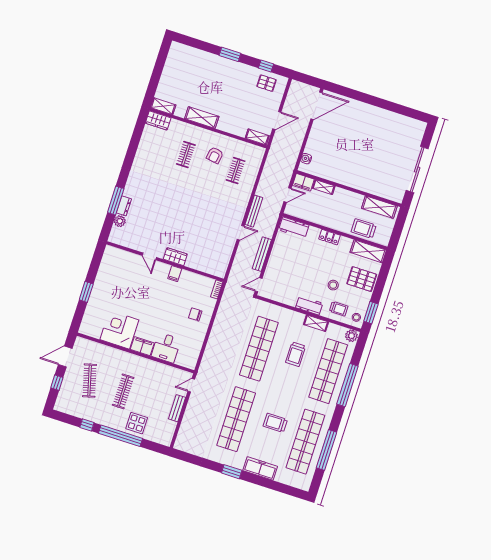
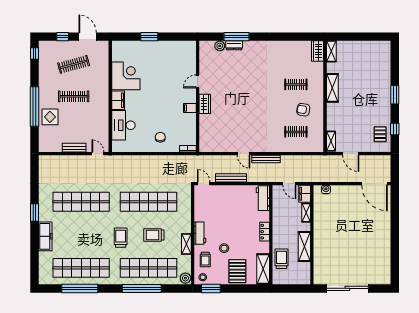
shelving: (379, 207) -> (304, 246), moved
desk: (166, 348) -> (123, 125), width x1.37
trolley: (275, 423) -> (121, 238), moved
window: (87, 425) -> (34, 53), moved

